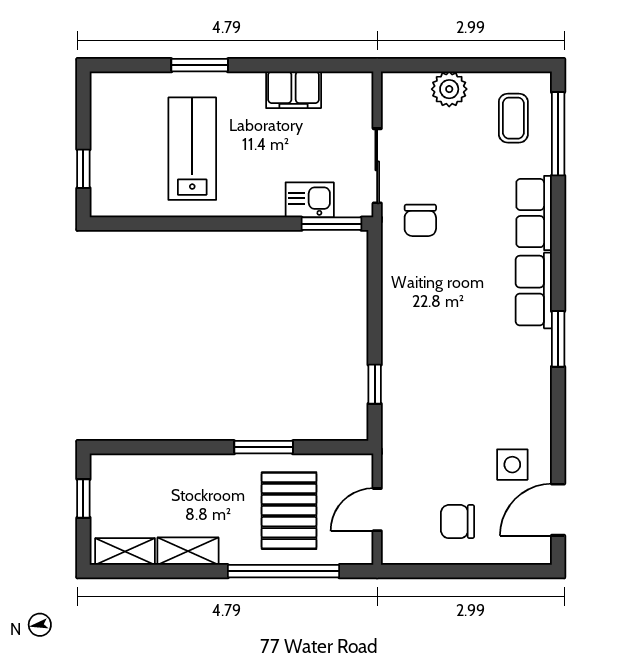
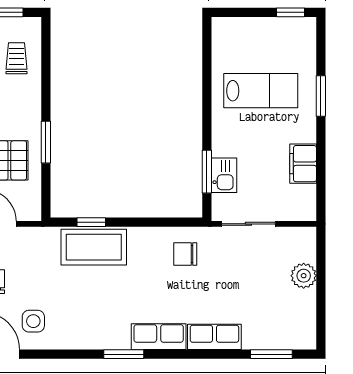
coffee table: (513, 118) -> (94, 247), moved, width x1.86, depth x1.72
window: (558, 134) -> (271, 354), width x0.69
window: (83, 169) -> (290, 12), moved
chair: (420, 220) -> (185, 254), moved
window: (332, 224) -> (207, 172), moved
trolley: (147, 488) -> (17, 58), added

